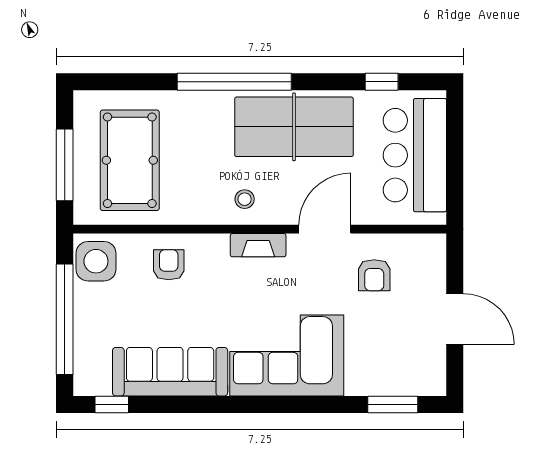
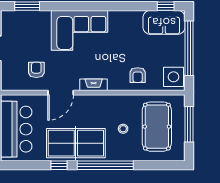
window: (382, 82) -> (59, 165), moved
stool: (245, 199) -> (123, 129), moved
sofa: (170, 372) -> (164, 22), moved, width x0.73

